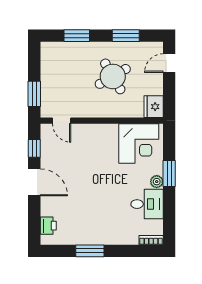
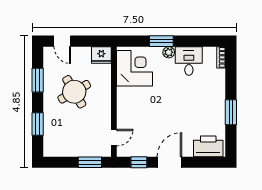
printer: (48, 226) -> (208, 146), width x1.87, depth x1.48

